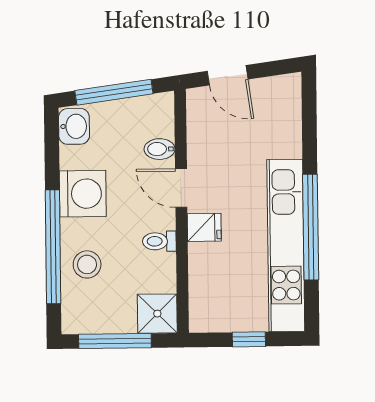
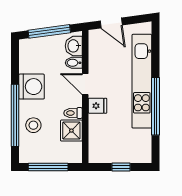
washbasin: (74, 126) -> (74, 46), moved, turned 180
kitchen unit: (286, 245) -> (142, 81), moved
shower: (157, 314) -> (71, 131), moved

